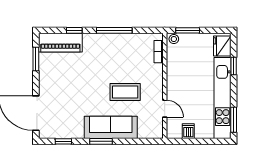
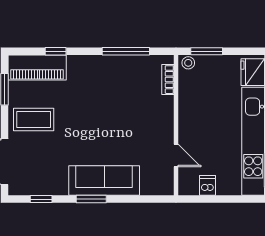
window: (114, 30) -> (126, 51), moved
coffee table: (125, 92) -> (34, 119), moved

